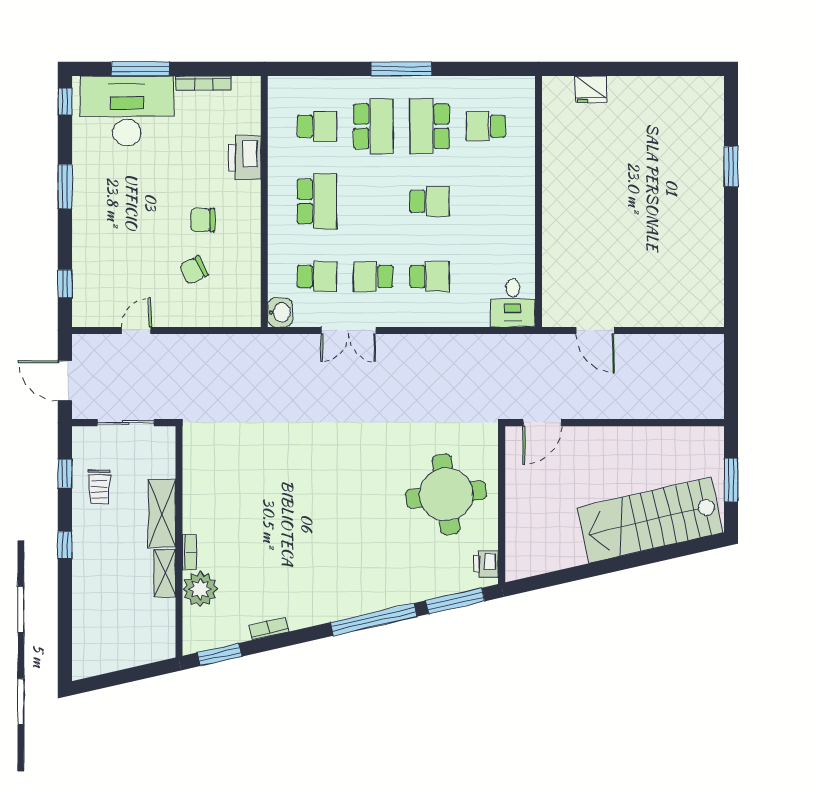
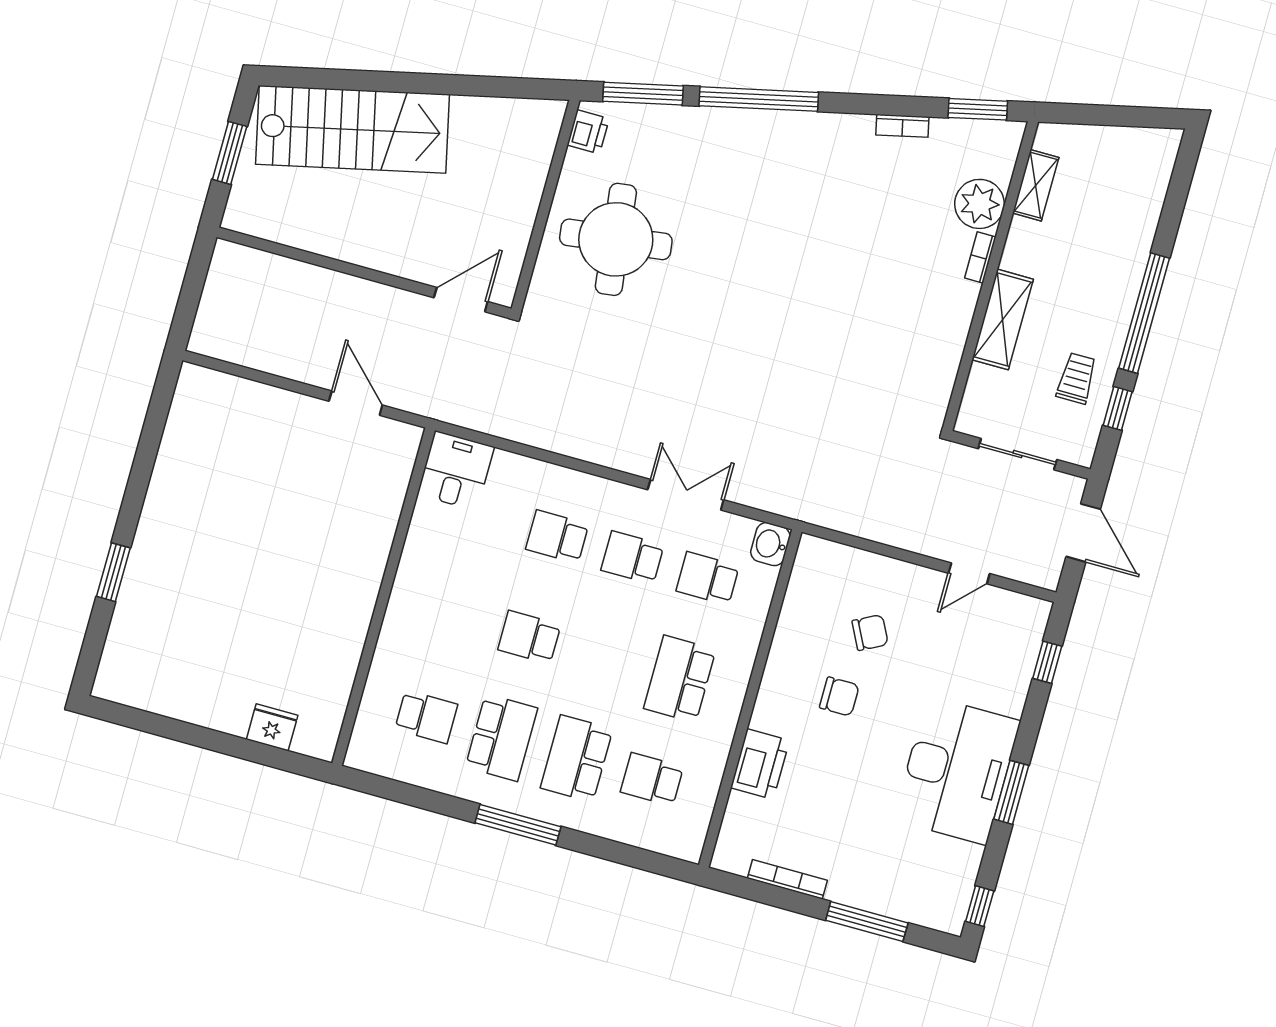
desk: (127, 111) -> (957, 770), moved, turned -90
school desk: (373, 277) -> (632, 558), turned 180
window: (65, 545) -> (1144, 313), width x3.17
shelving: (165, 573) -> (1036, 185), moved

